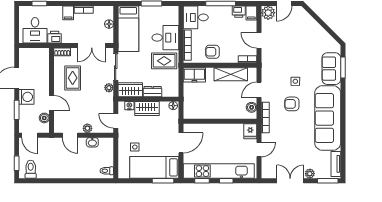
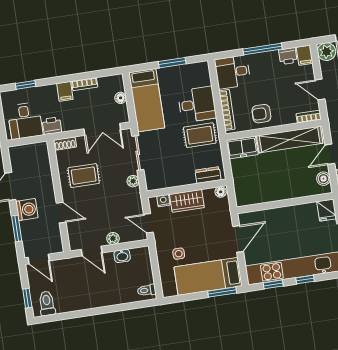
shelving: (231, 74) -> (290, 140), width x1.47
rug: (73, 78) -> (84, 176), turned 90
wardrobe: (130, 90) -> (161, 180), removed
dresser: (153, 92) -> (208, 175), moved
boiler: (44, 118) -> (54, 234), removed

